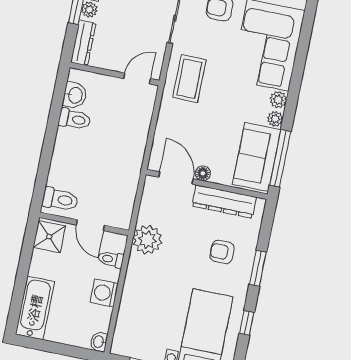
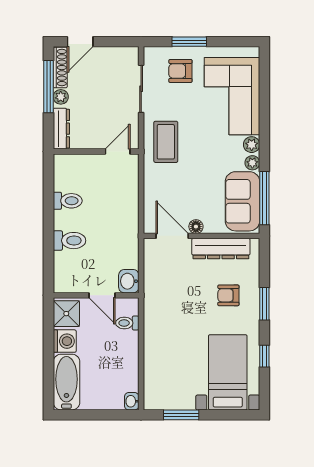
washbasin: (75, 95) -> (129, 281), moved, turned 180
toilet: (60, 199) -> (69, 241), moved
plant: (147, 240) -> (157, 298), removed
washing machine: (104, 293) -> (65, 341), moved, turned 180

